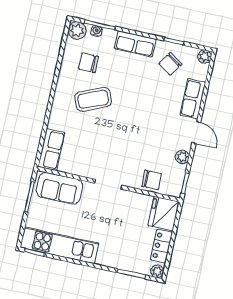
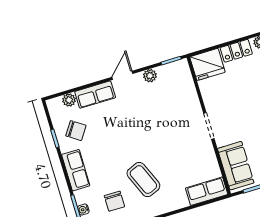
plant: (205, 57) -> (69, 100), moved
chair: (152, 180) -> (184, 91), removed

